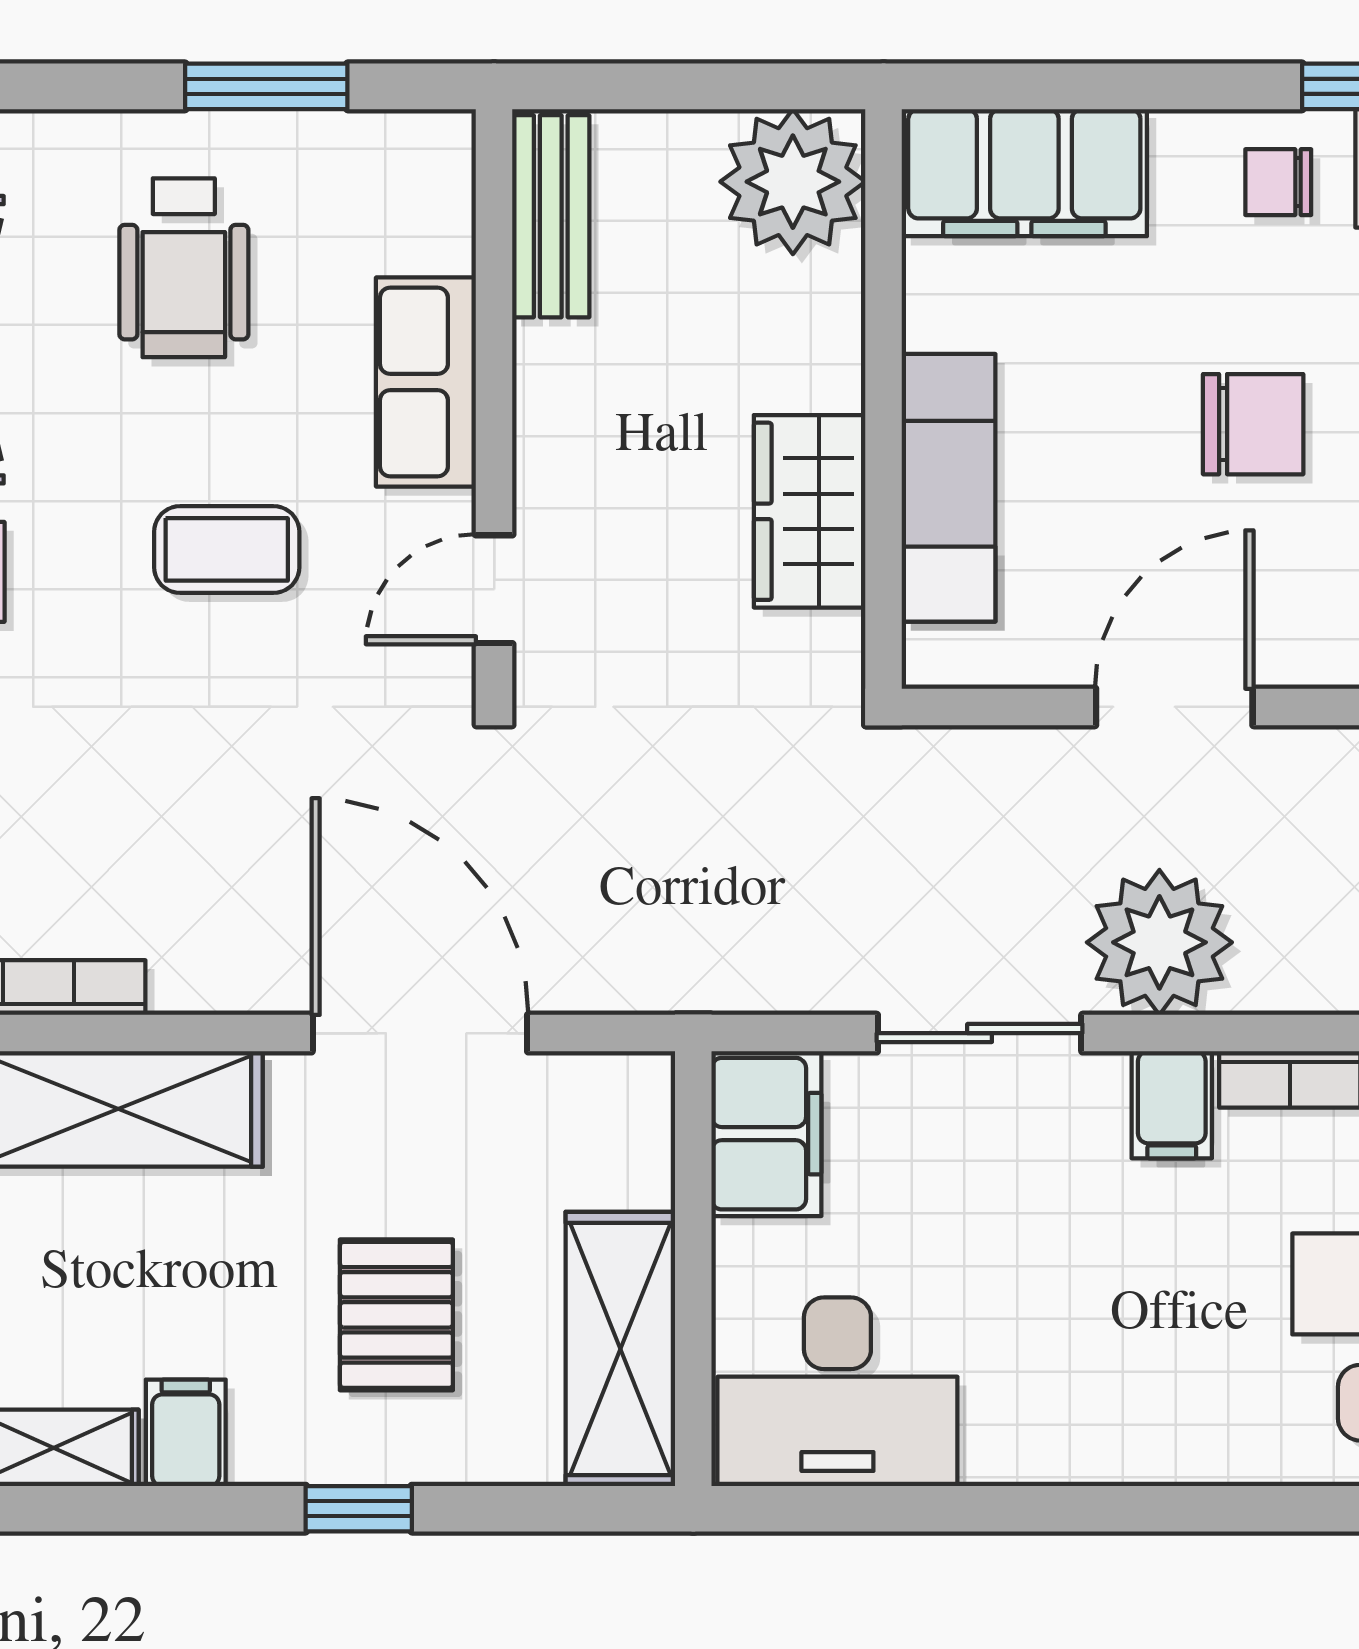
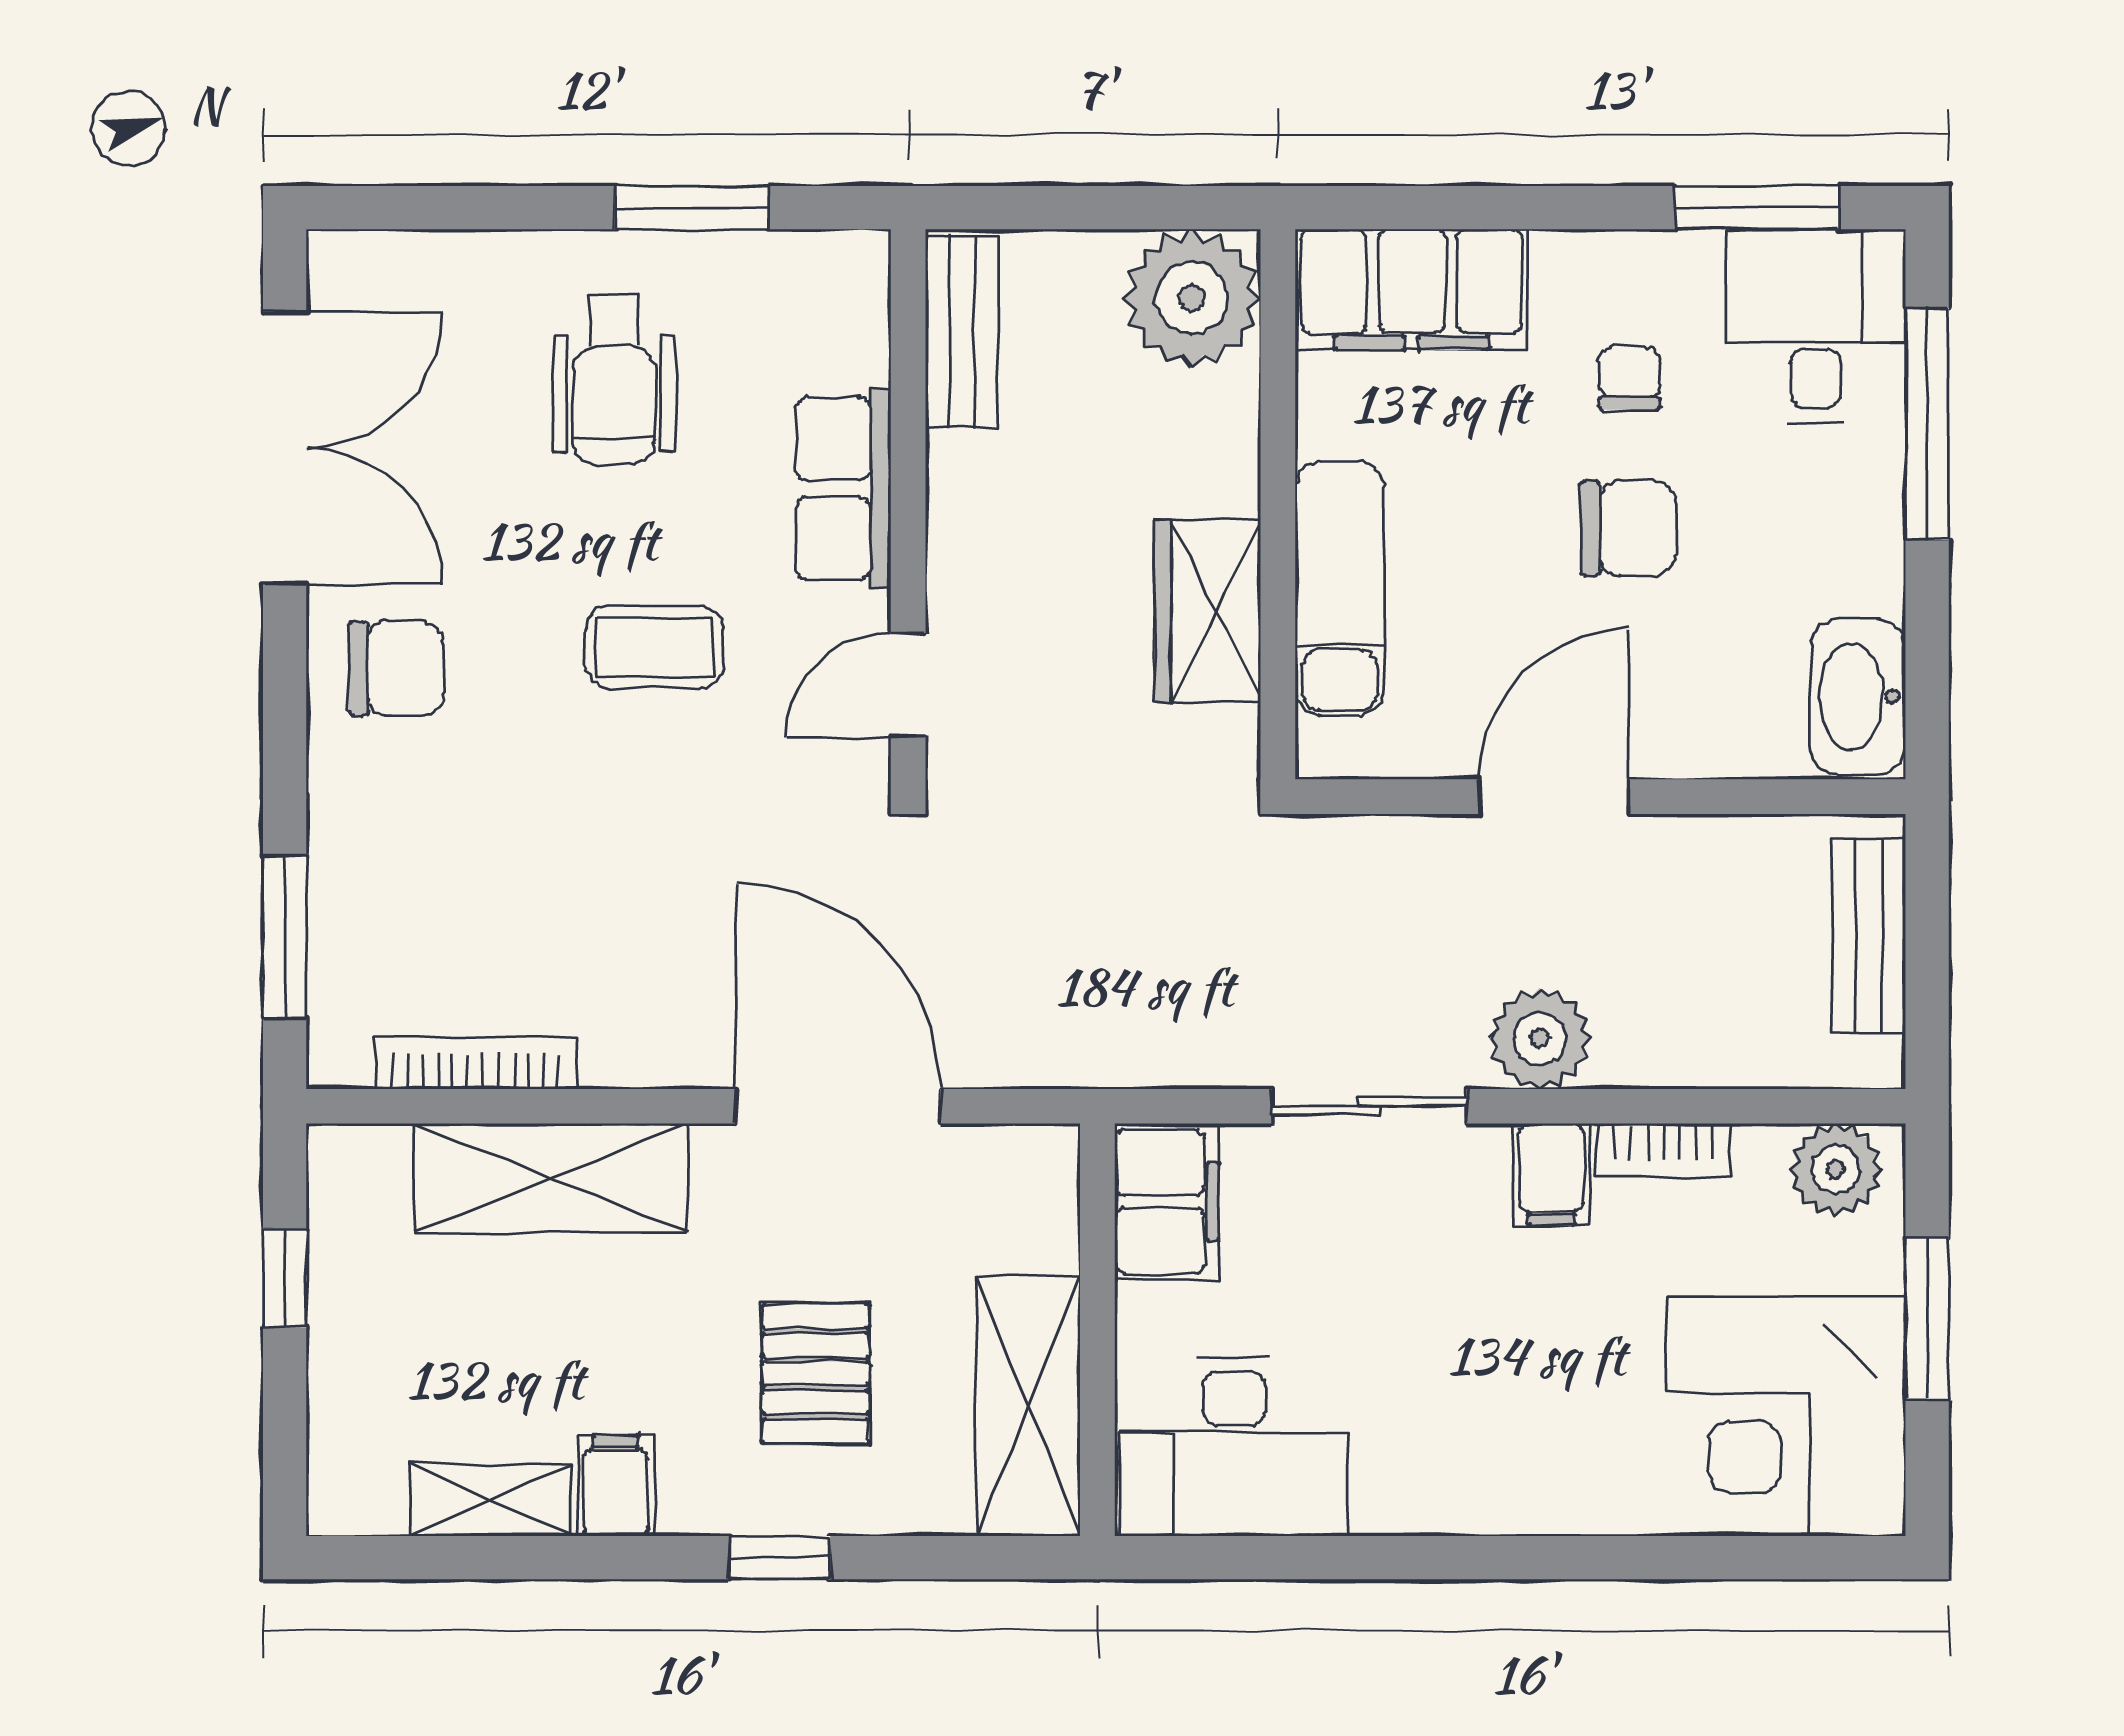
chair: (1278, 182) -> (1630, 378), moved, turned 90
plant: (1159, 942) -> (1540, 1039), width x0.73, depth x0.73

